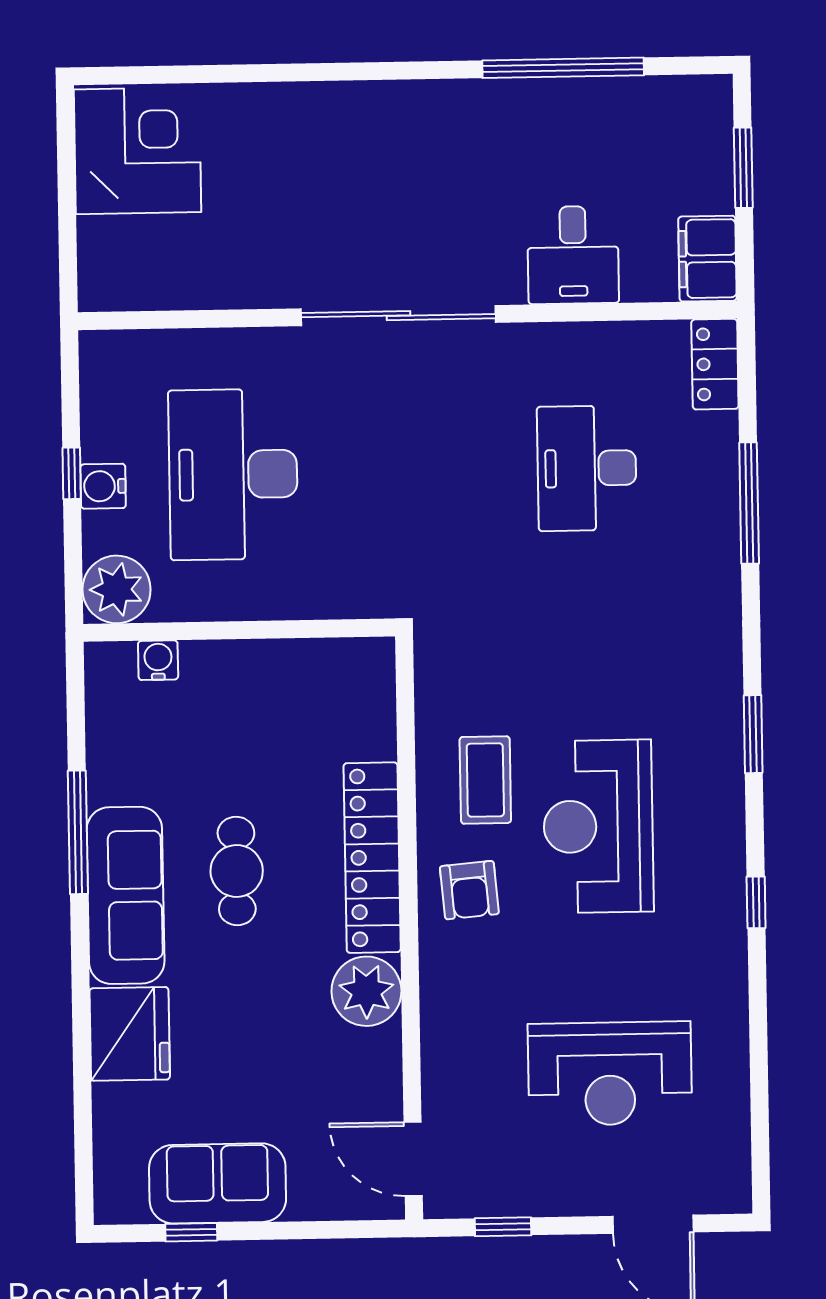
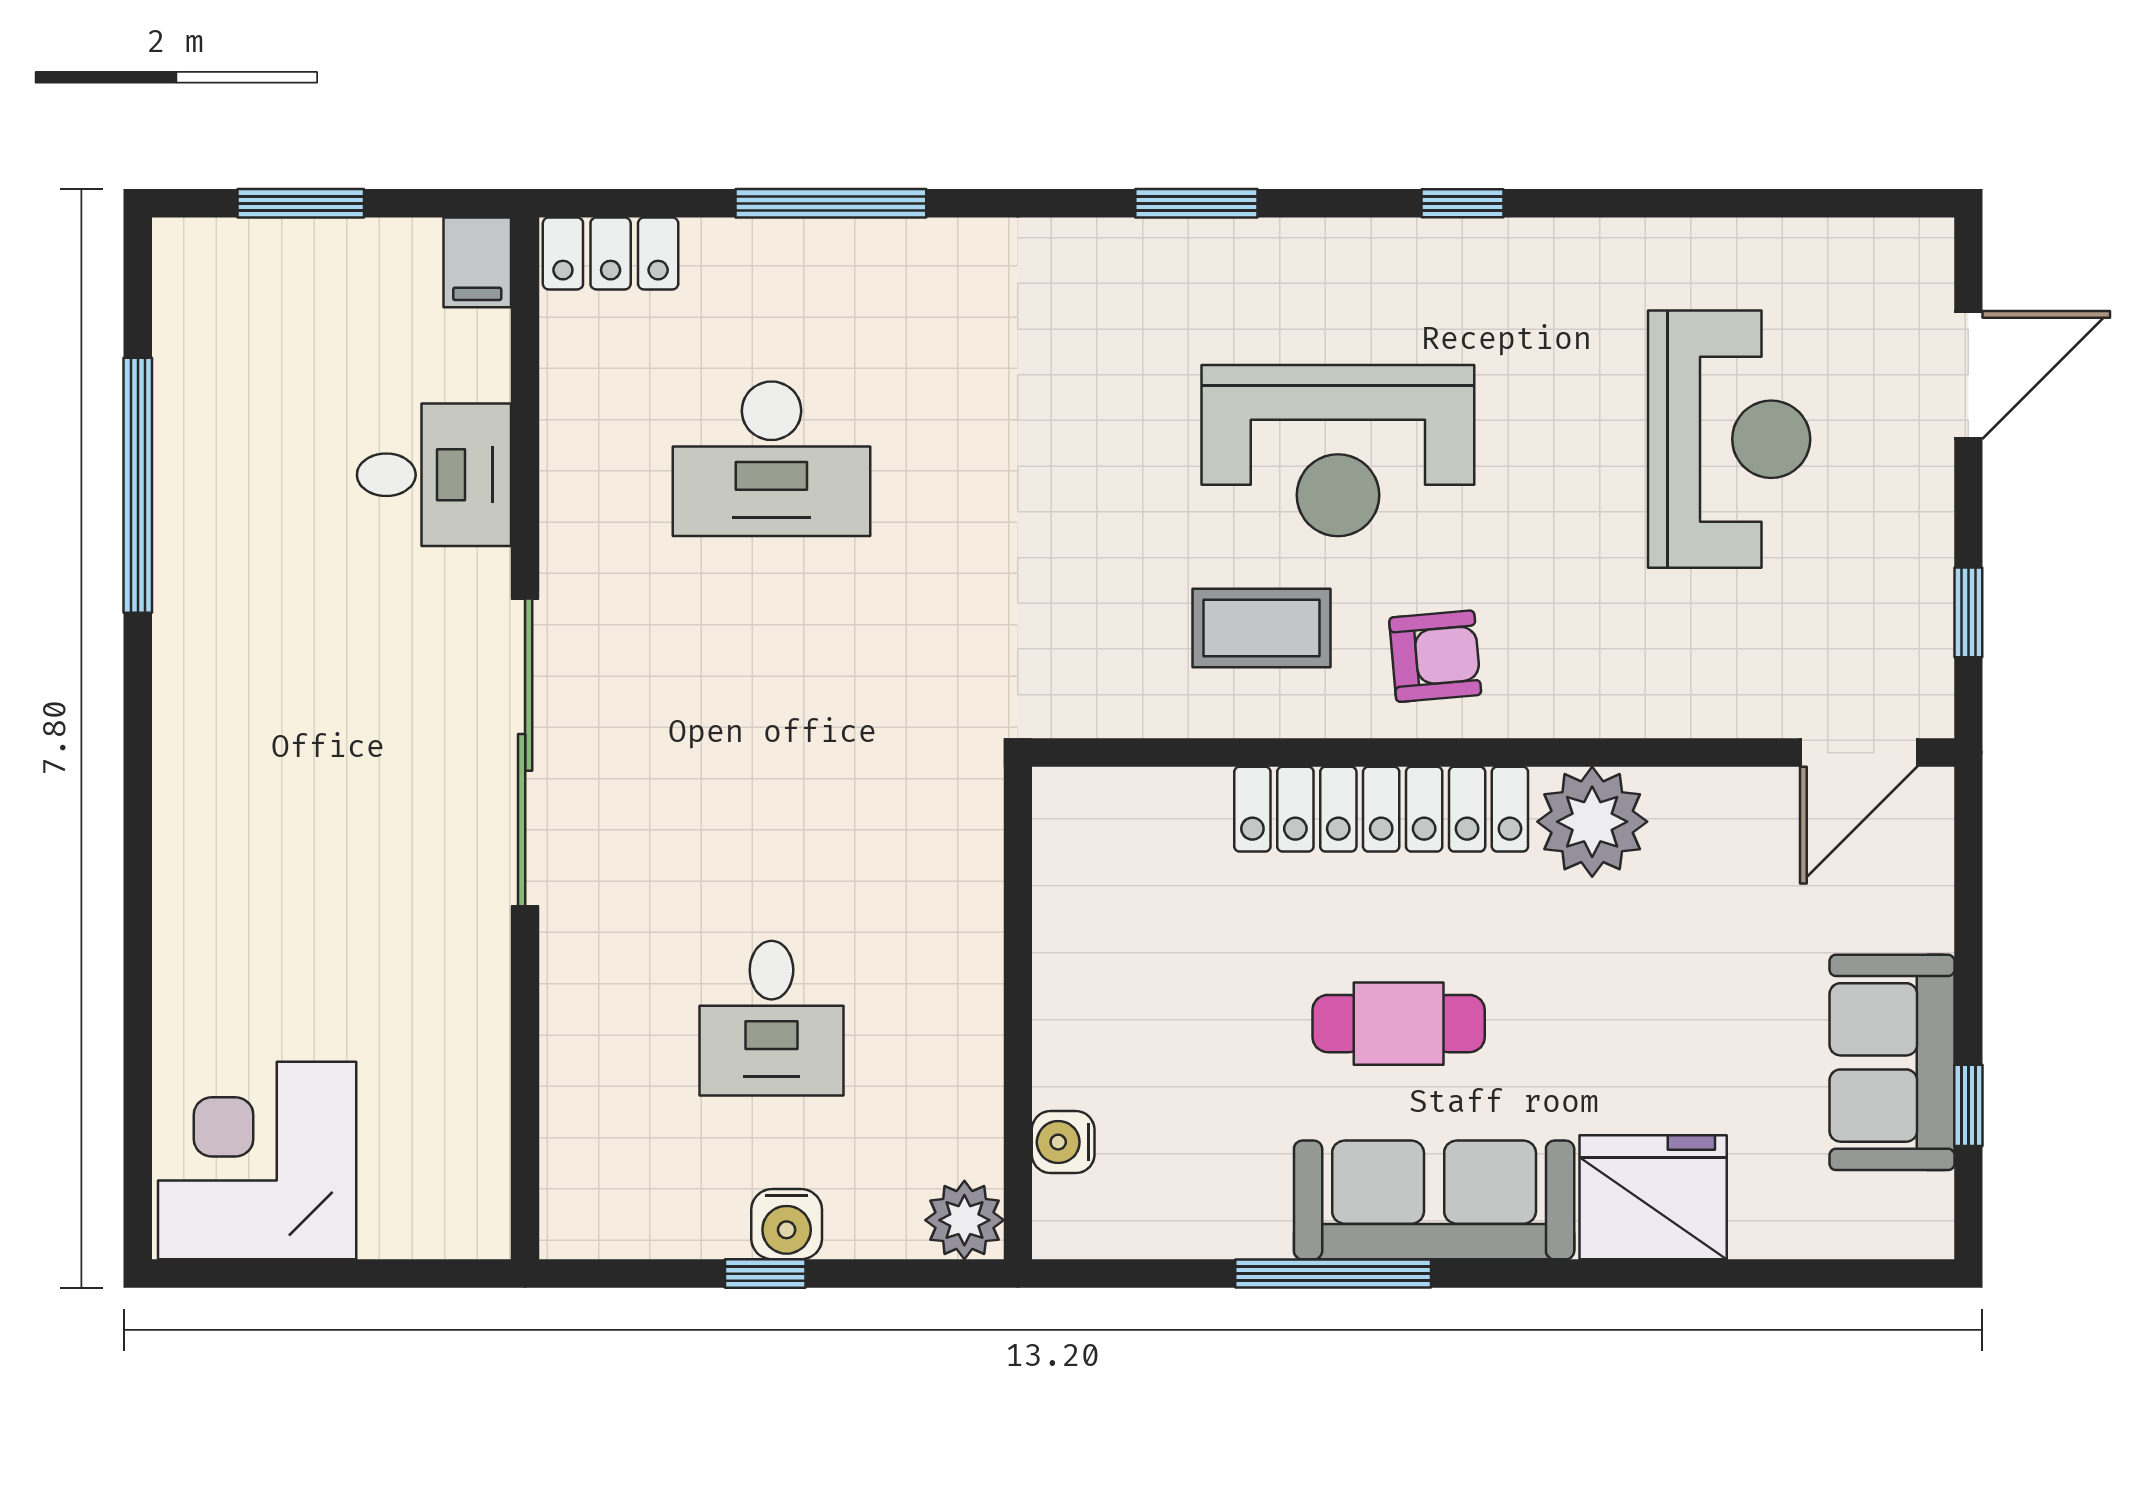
filing cabinet: (707, 259) -> (477, 262), width x0.50
desk: (233, 474) -> (771, 1018), width x0.53, depth x0.77
plant: (117, 589) -> (964, 1220), width x0.73, depth x0.73

